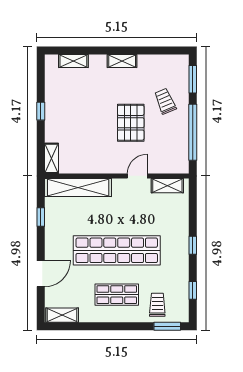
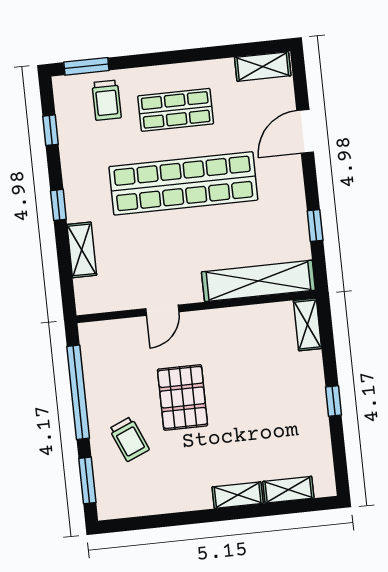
shelving: (122, 61) -> (238, 495), moved
shelving: (167, 186) -> (82, 250), moved, turned 90

